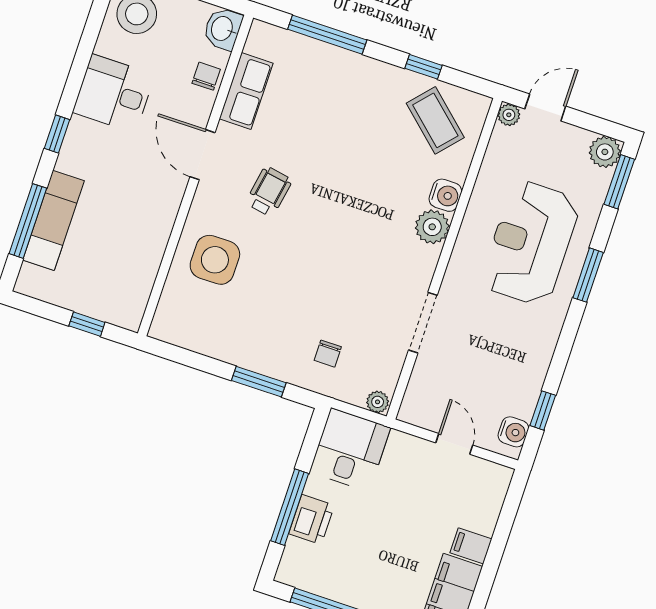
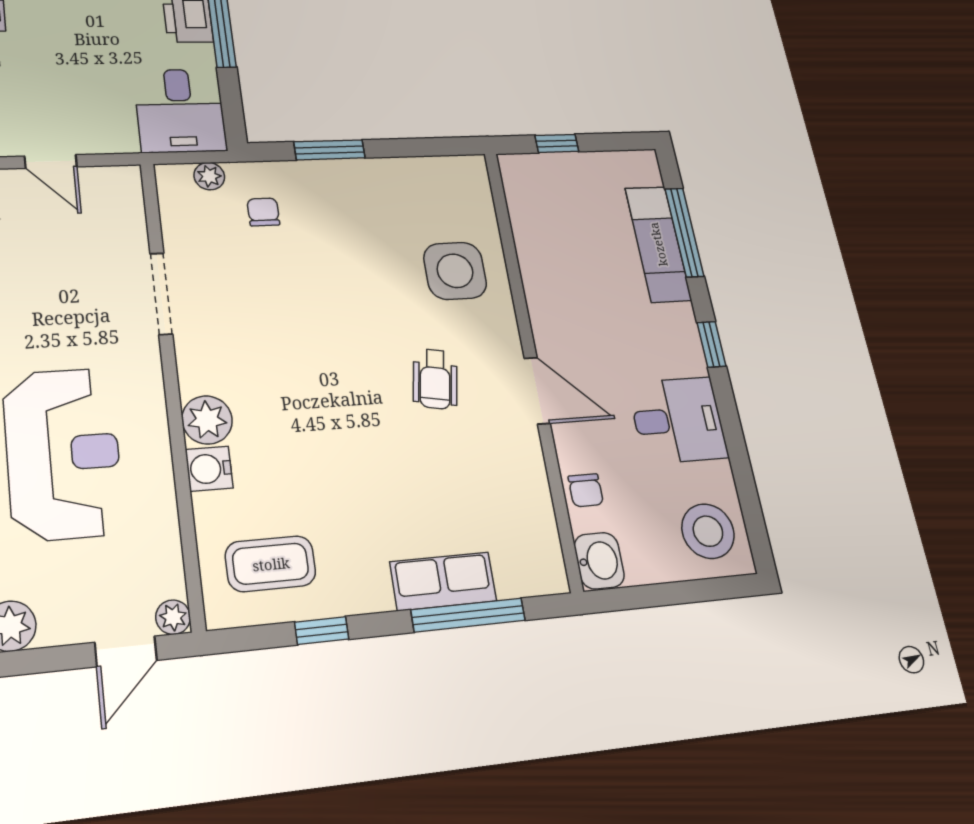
row of seats: (246, 91) -> (443, 581), moved, turned 90
coffee table: (435, 120) -> (271, 564), turned -42
plant: (378, 402) -> (209, 176), moved

